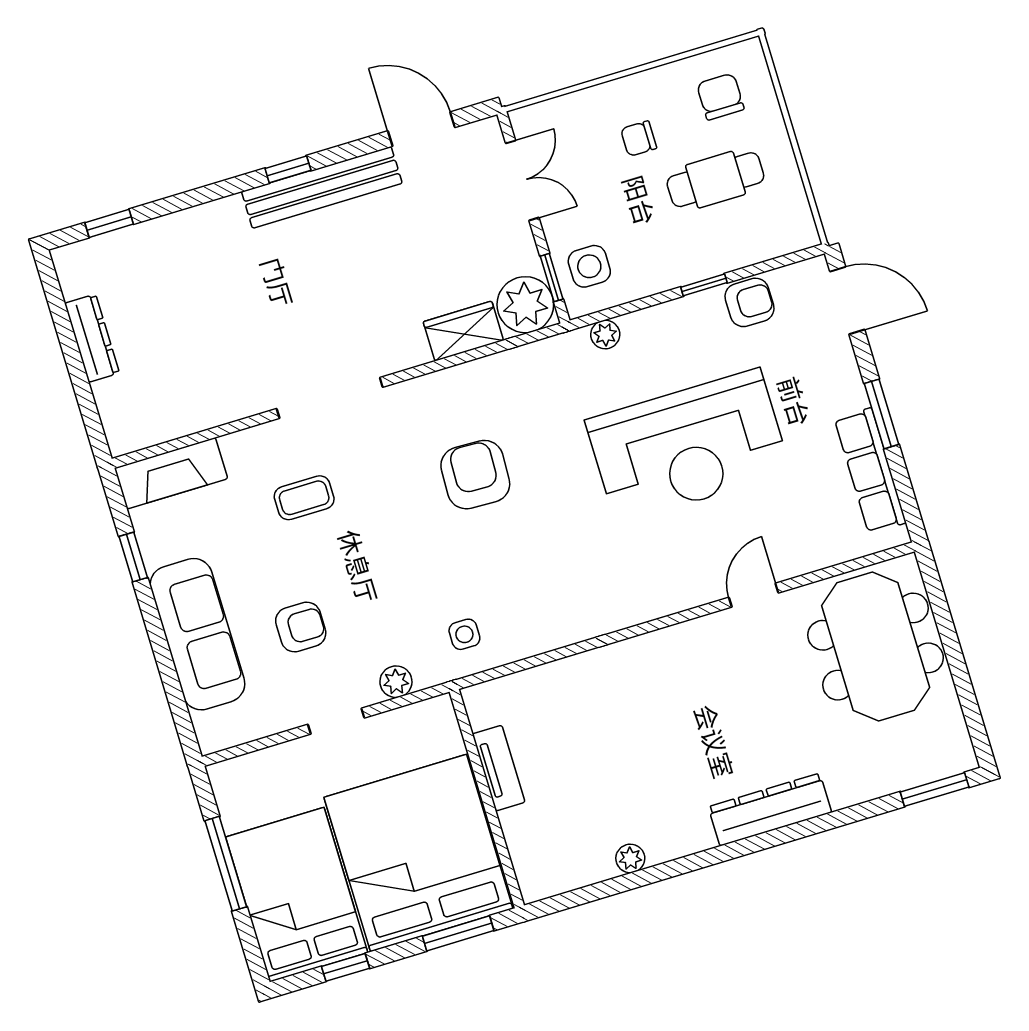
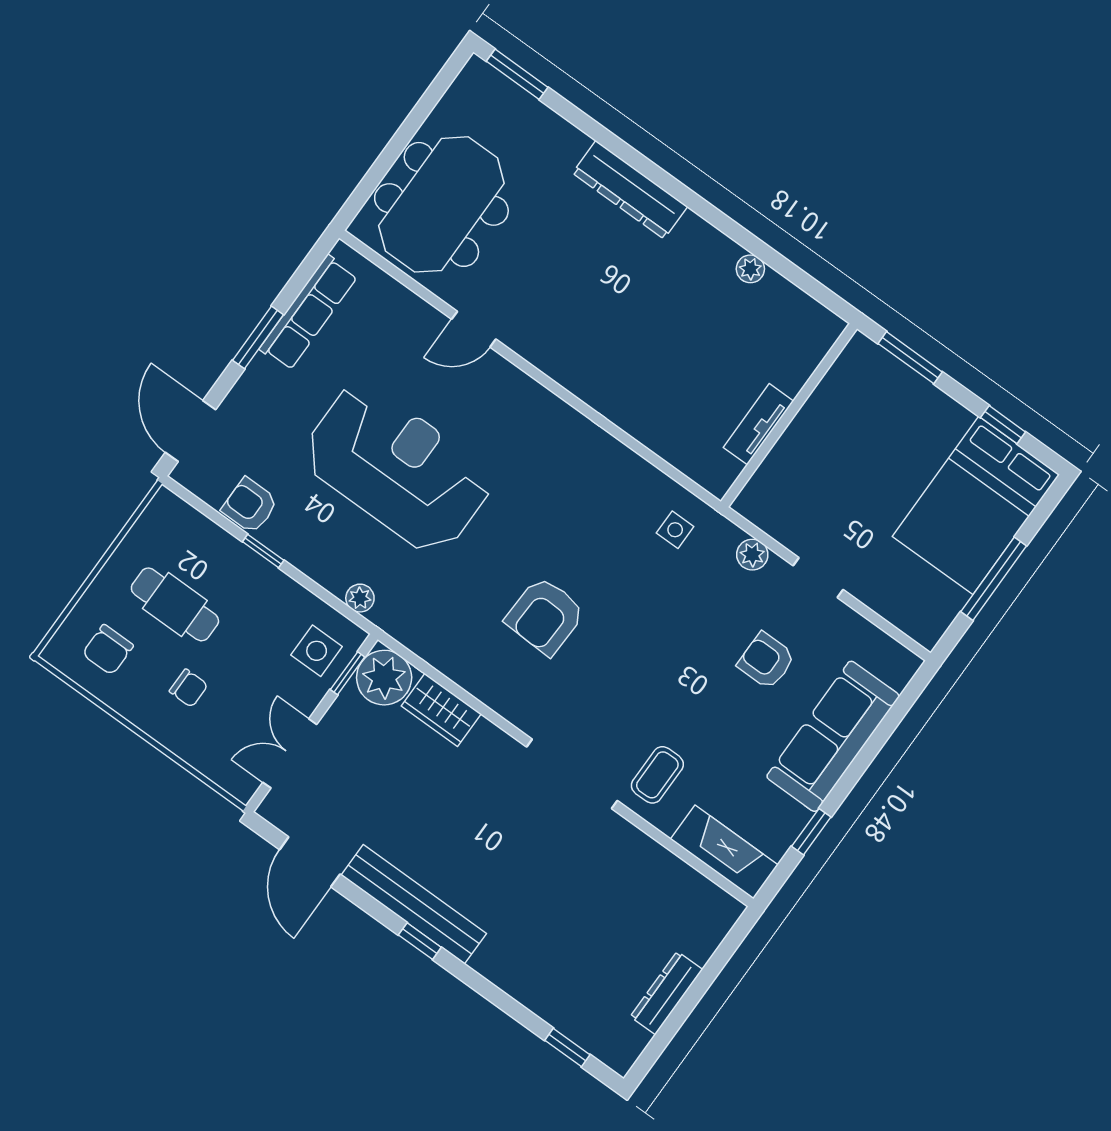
coffee table: (304, 498) -> (657, 775), moved, turned 90
bed: (418, 853) -> (871, 436), removed

